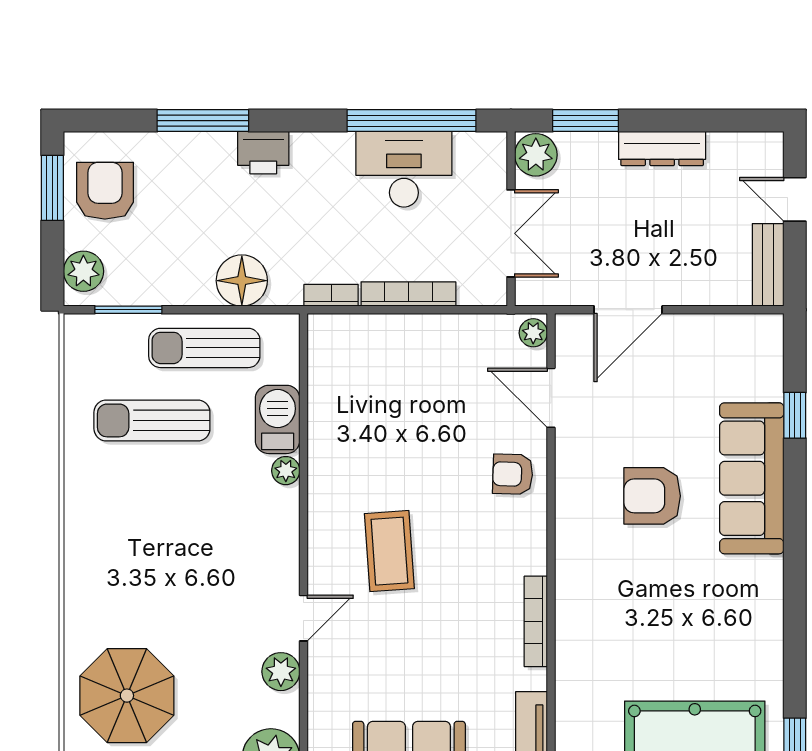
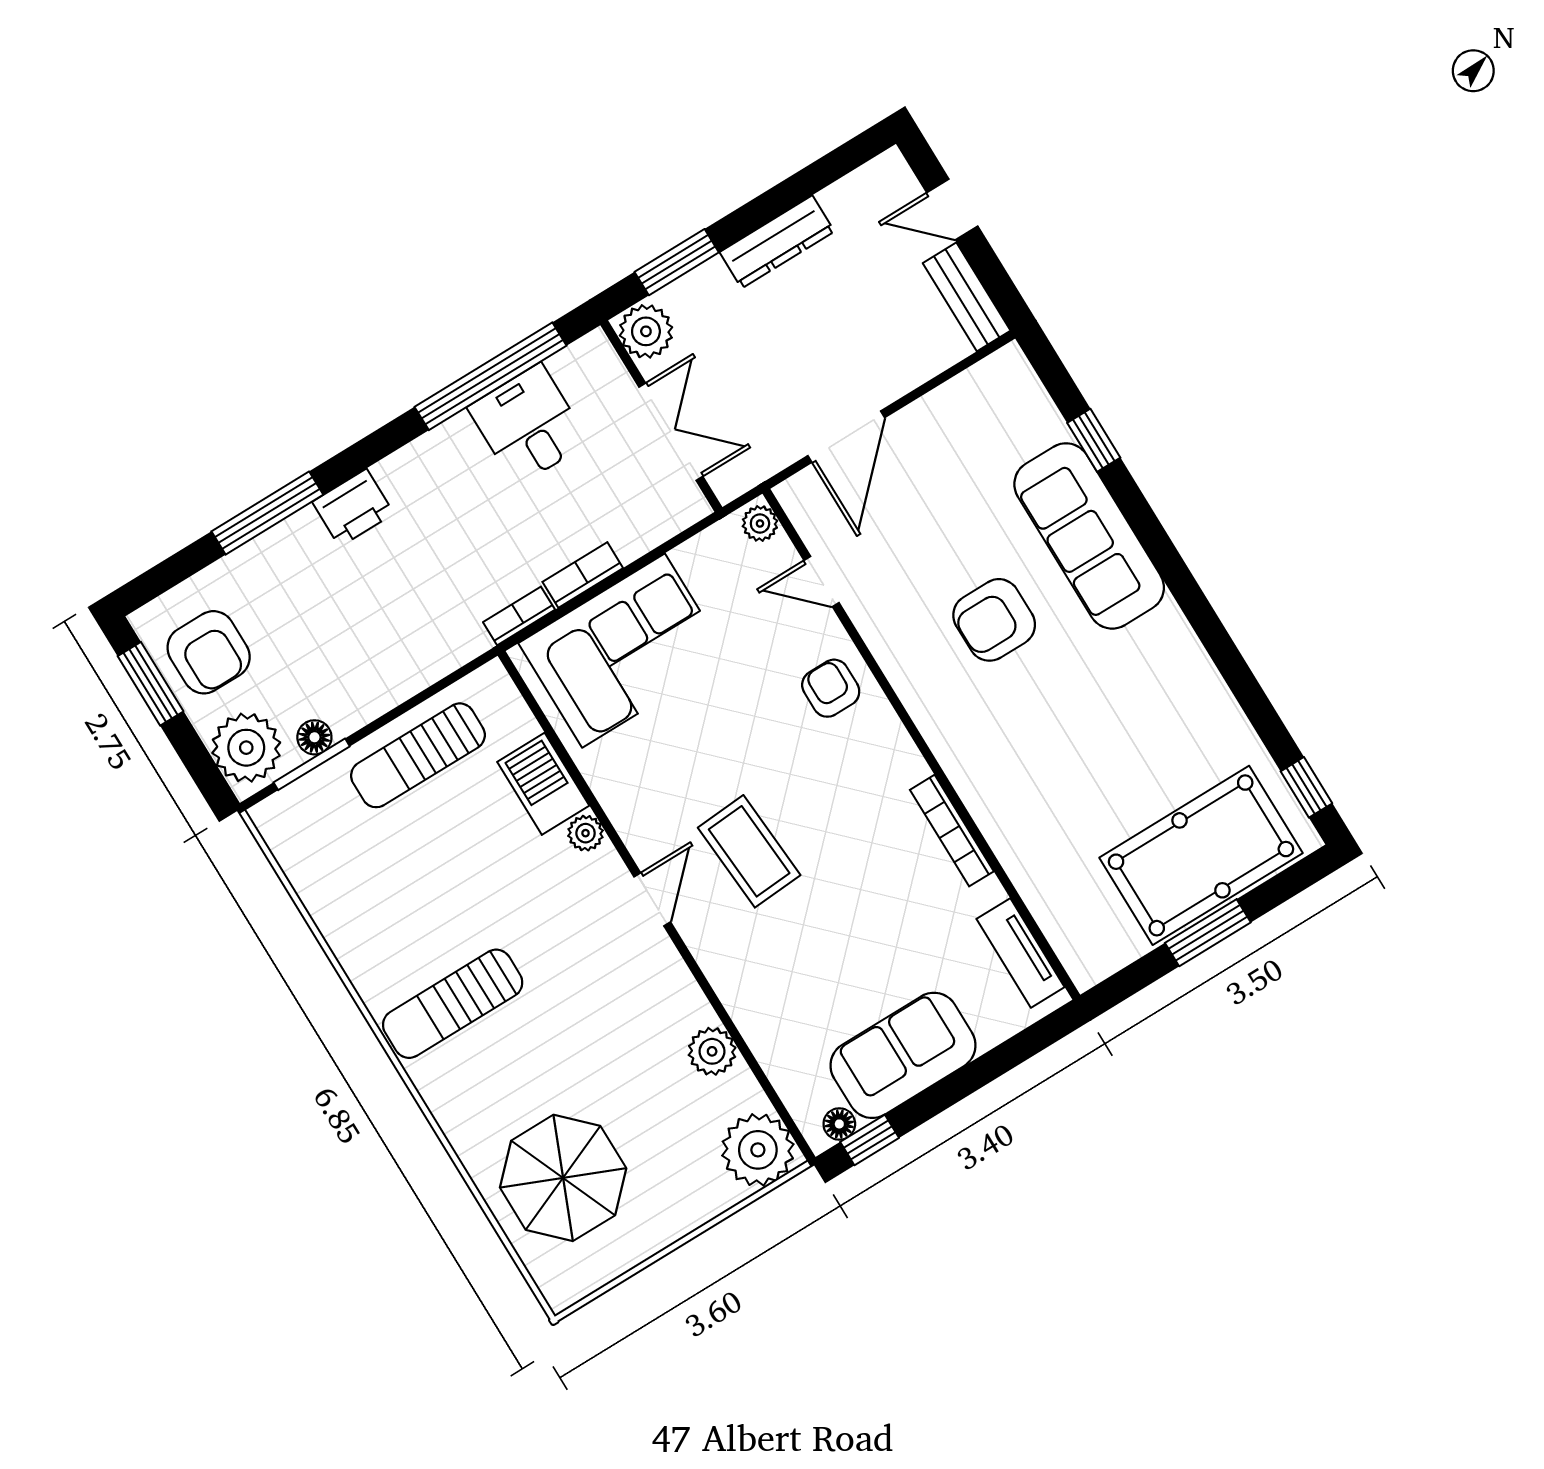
desk: (404, 169) -> (528, 425), width x0.73
armchair: (105, 191) -> (209, 652), turned 180
plant: (83, 271) -> (246, 748), width x1.36, depth x1.36
floor lamp: (242, 281) -> (314, 737), moved, width x0.53, depth x0.53
bookcase: (408, 294) -> (583, 575), width x0.64
corner sofa: (388, 362) -> (624, 651), added
door: (551, 398) -> (822, 582), width x0.73
sun lounger: (152, 420) -> (453, 1004), moved
armchair: (513, 474) -> (831, 688), turned 88
door: (303, 618) -> (652, 899), moved

